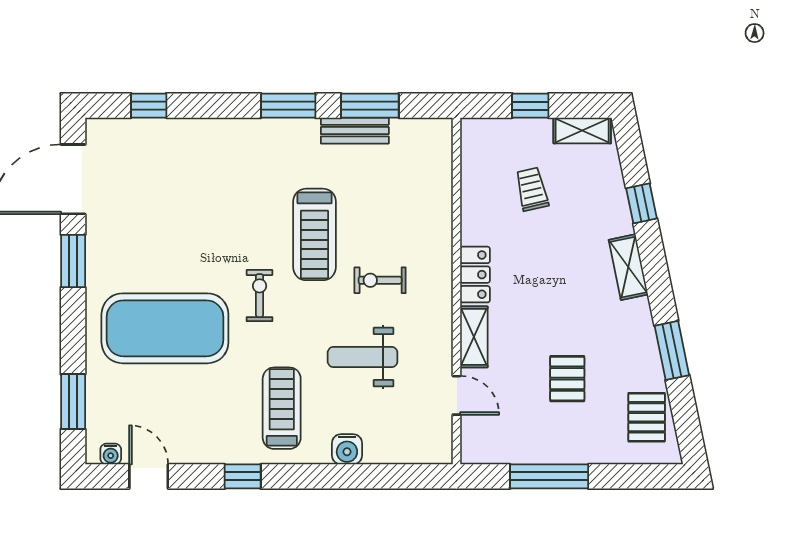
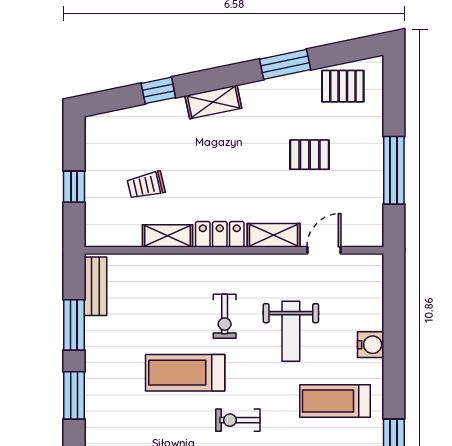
bench: (355, 131) -> (96, 286), moved
shelving: (582, 131) -> (167, 236), moved, turned 90
treadmill: (314, 234) -> (185, 373), turned 180

